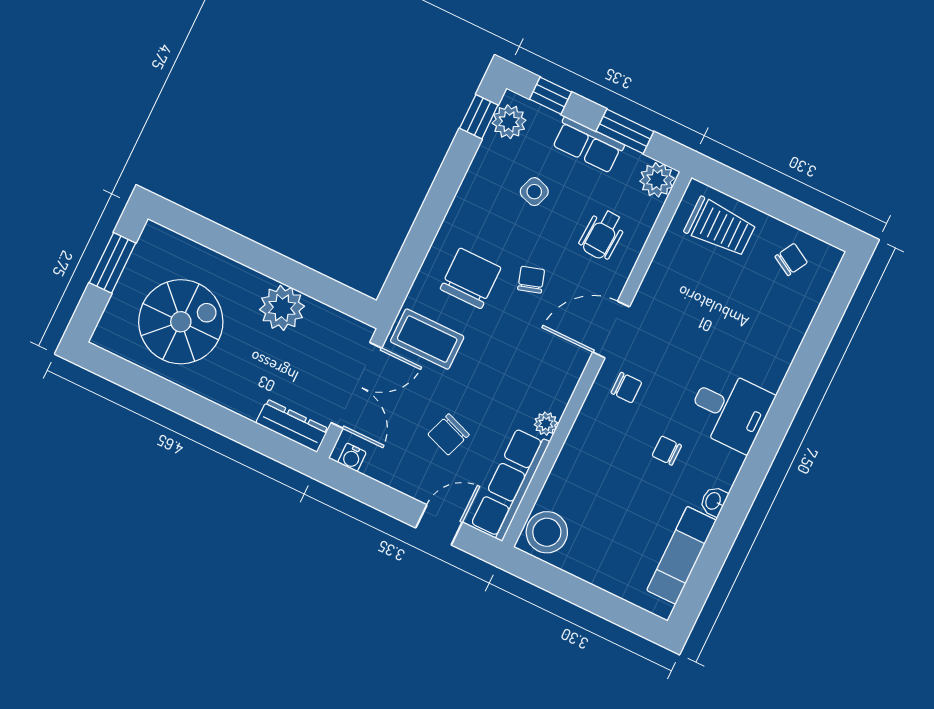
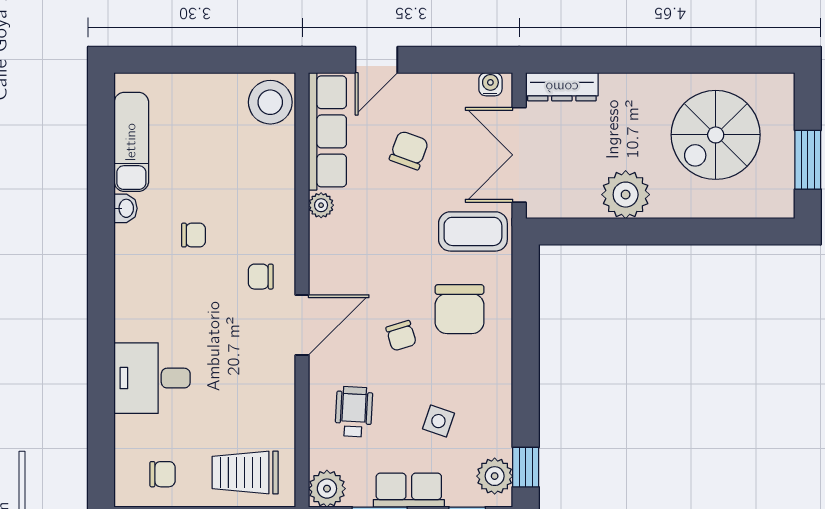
chair: (791, 260) -> (163, 474), turned -120
desk: (730, 410) -> (152, 378), moved

